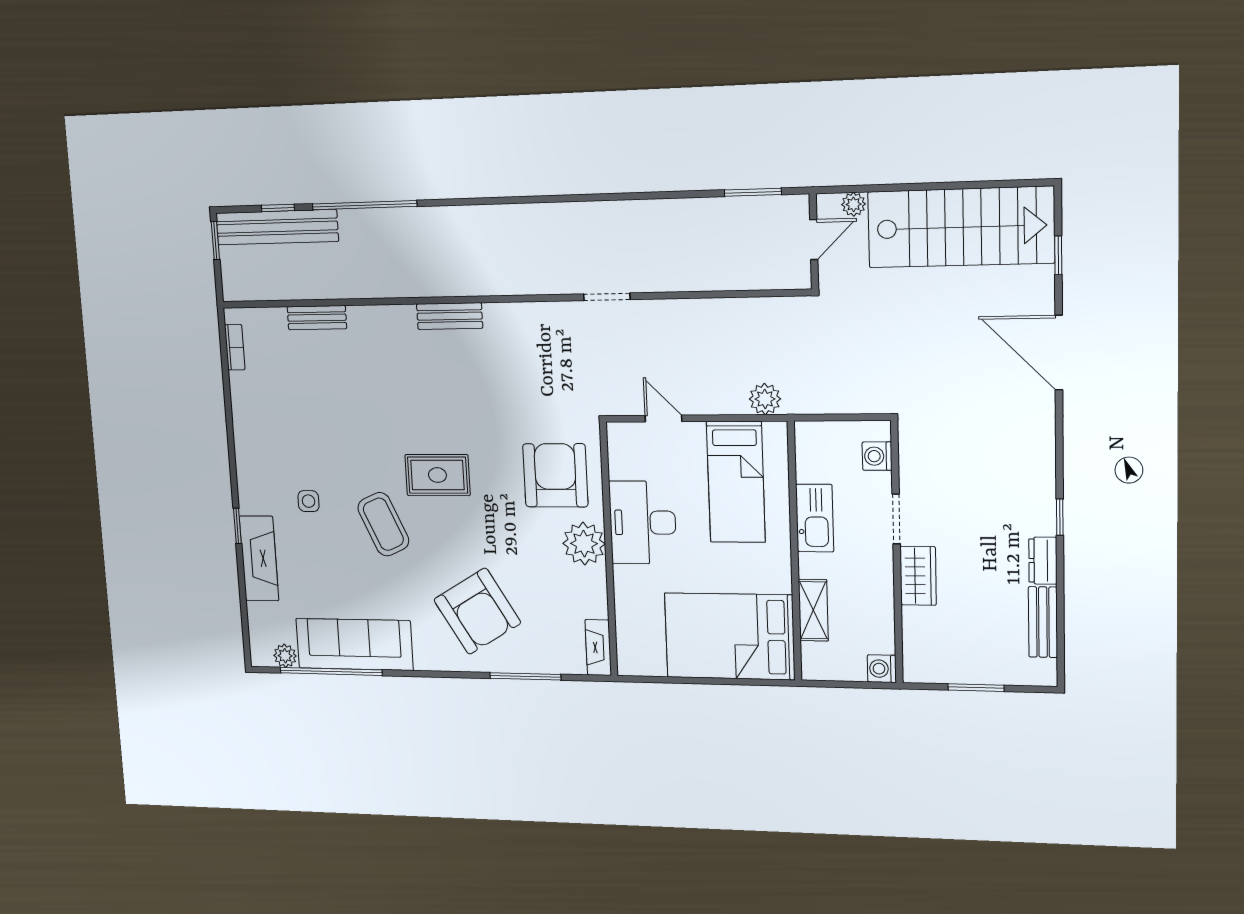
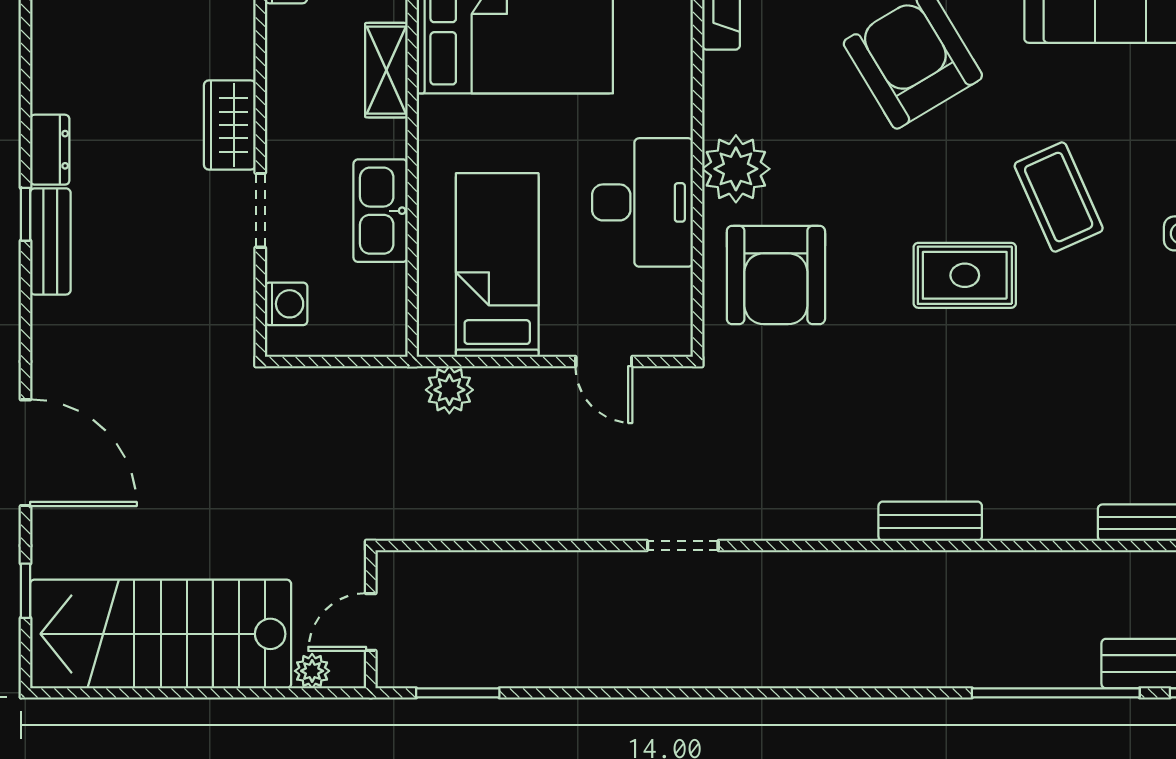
bench: (1043, 622) -> (50, 241), moved

